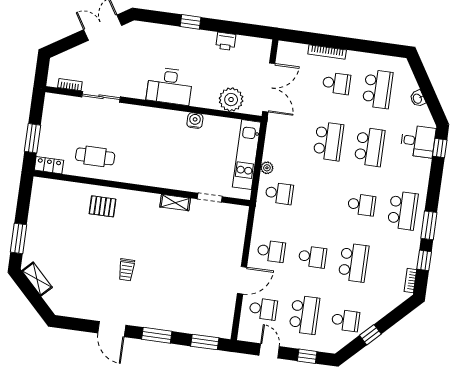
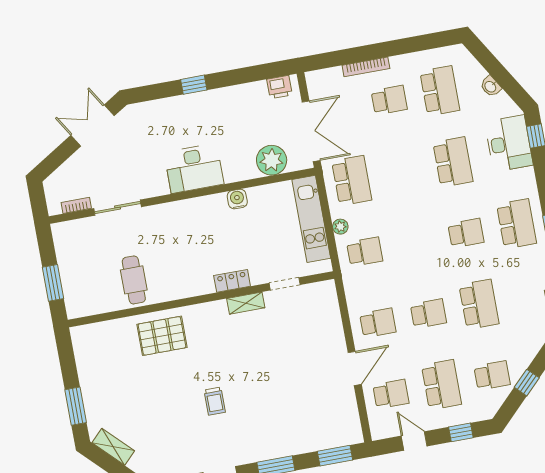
printer: (226, 41) -> (280, 87), moved
school desk: (328, 141) -> (352, 181), moved
desk: (418, 141) -> (509, 143), width x1.37
cafe table: (95, 156) -> (134, 280), turned 90
locker: (49, 165) -> (232, 281), moved
pallet: (103, 206) -> (162, 336), width x1.50, depth x1.42

